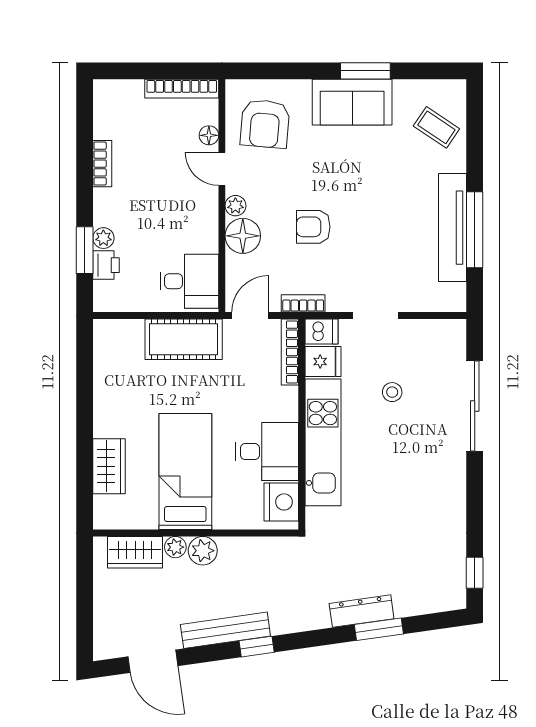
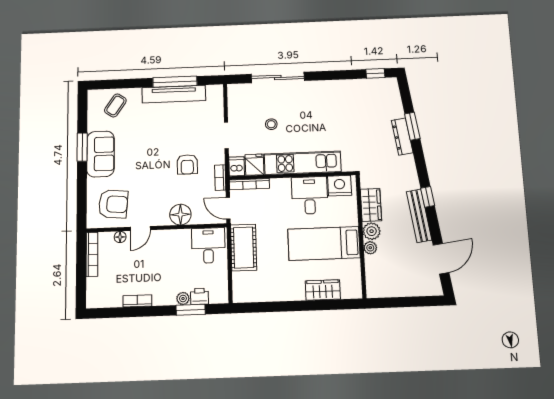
plant: (235, 206) -> (162, 220), removed
armchair: (313, 227) -> (187, 164), moved
wardrobe: (135, 552) -> (371, 205), moved

